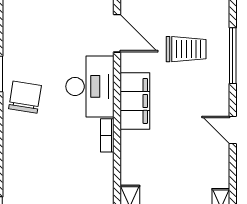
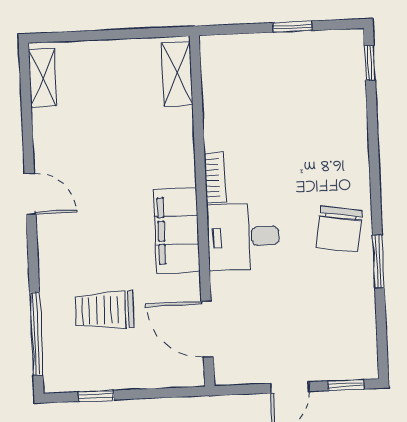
window: (233, 56) -> (36, 334), moved
desk: (90, 86) -> (243, 237), width x0.73

